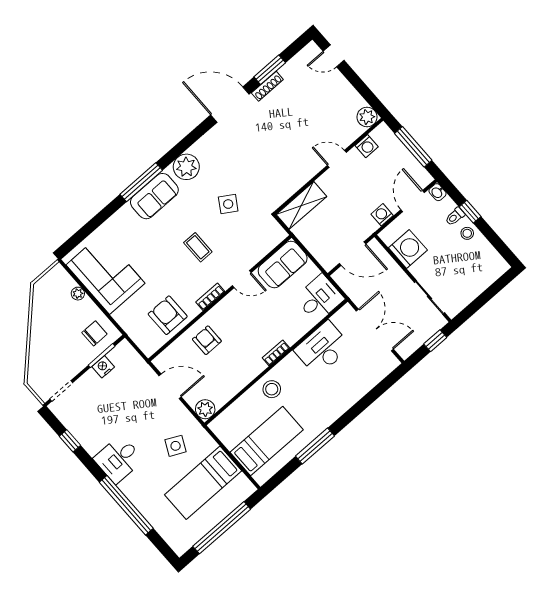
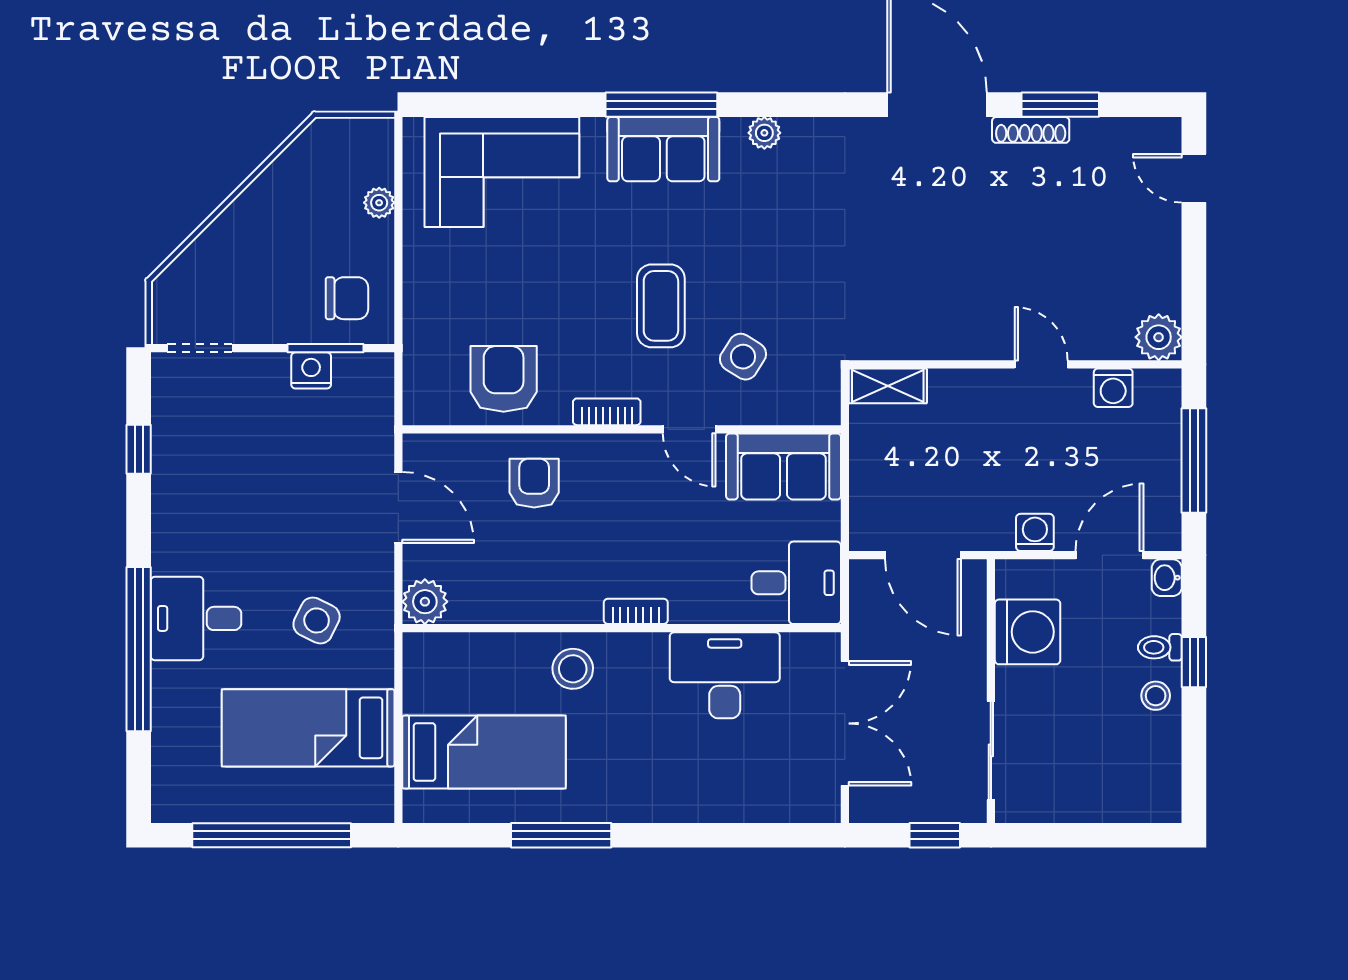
plant: (186, 167) -> (764, 133), width x0.53, depth x0.53
side table: (228, 204) -> (743, 357), moved
shelving: (301, 205) -> (888, 386), width x0.67, depth x0.75
coffee table: (198, 247) -> (661, 306), width x1.36, depth x1.30
corner sofa: (106, 274) -> (502, 172), moved, turned 90
desk: (118, 459) -> (196, 618), moved

